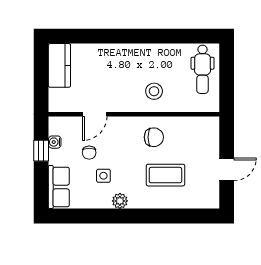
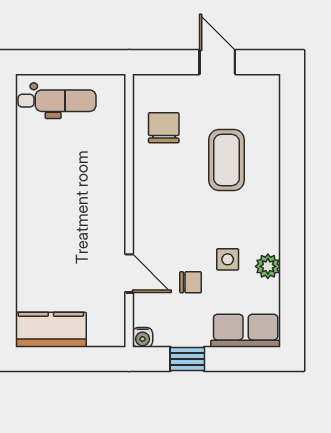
stool: (154, 91) -> (92, 178), removed
chair: (154, 137) -> (164, 128), moved
water cooler: (55, 142) -> (143, 337), moved
plant: (120, 201) -> (268, 266), moved

